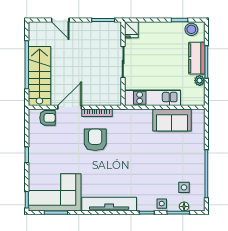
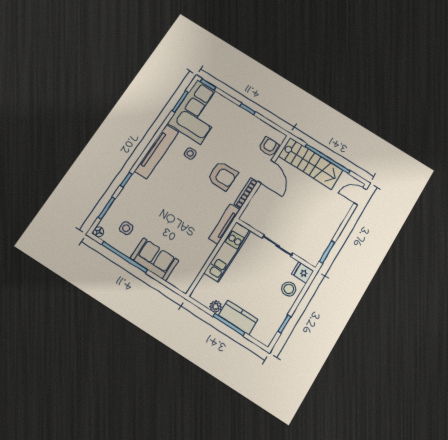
door: (60, 20) -> (360, 196), moved
stool: (191, 29) -> (289, 289), moved
tv unit: (132, 114) -> (224, 224), added
armchair: (47, 118) -> (269, 147), turned 180
sofa: (172, 120) -> (154, 259), moved, turned 90
side table: (162, 204) -> (190, 153), moved
floor lamp: (184, 206) -> (98, 232), moved

